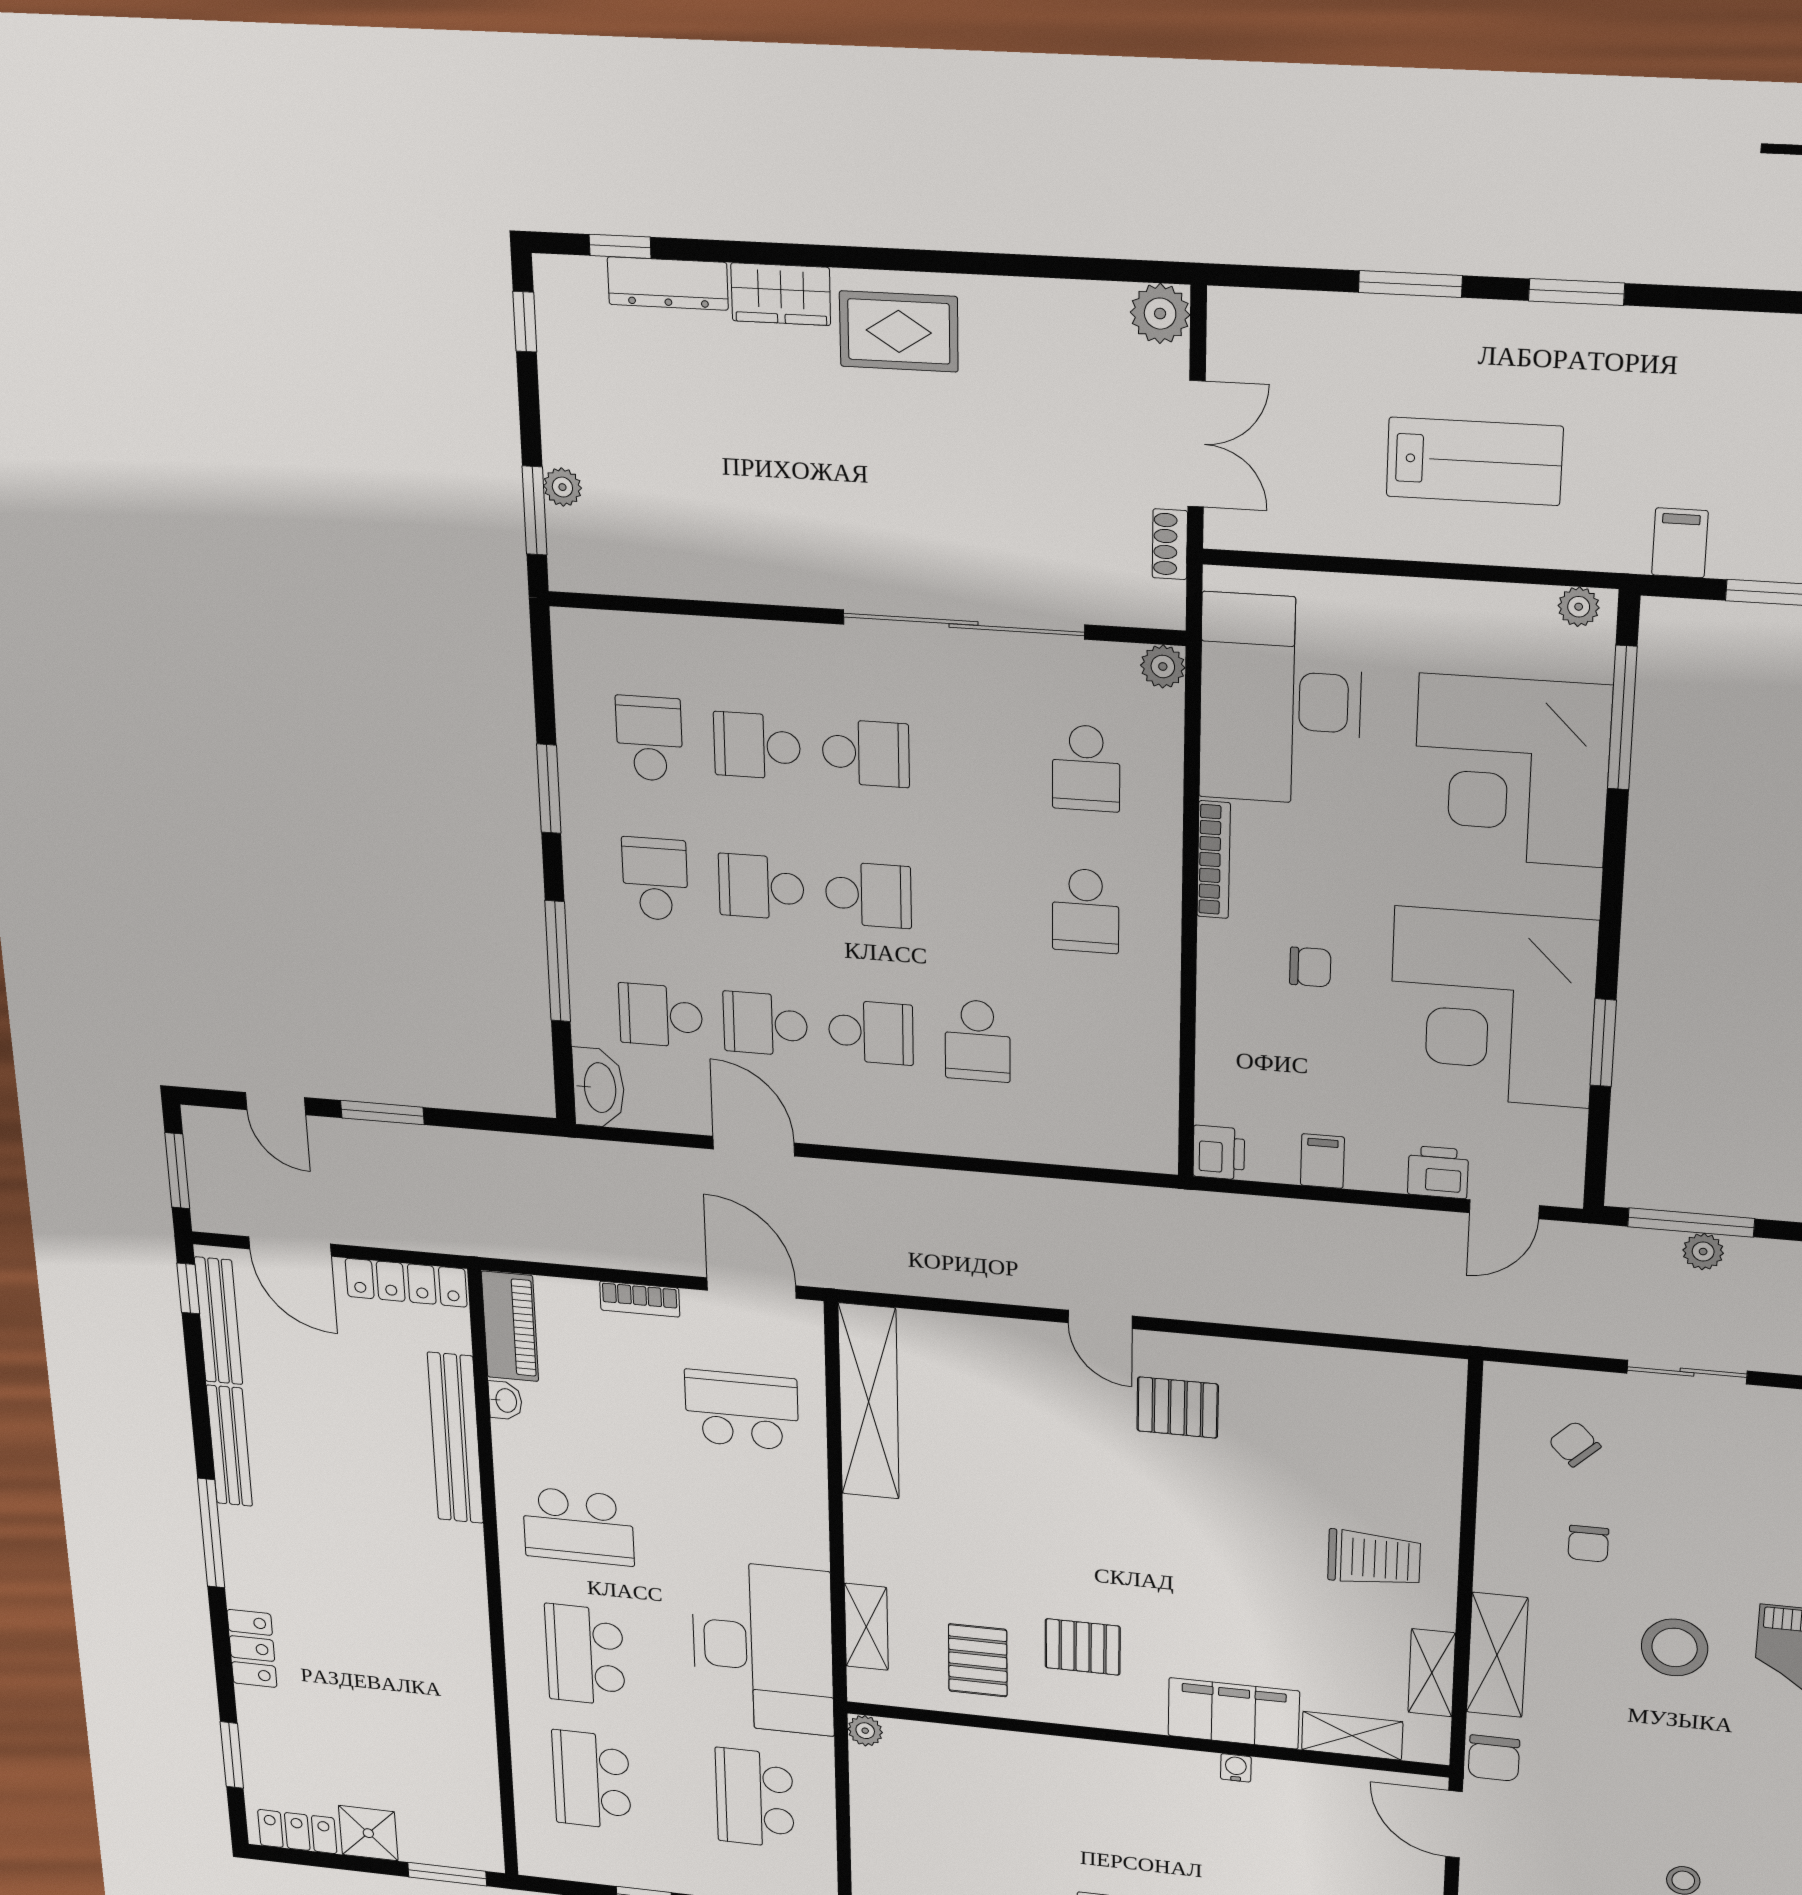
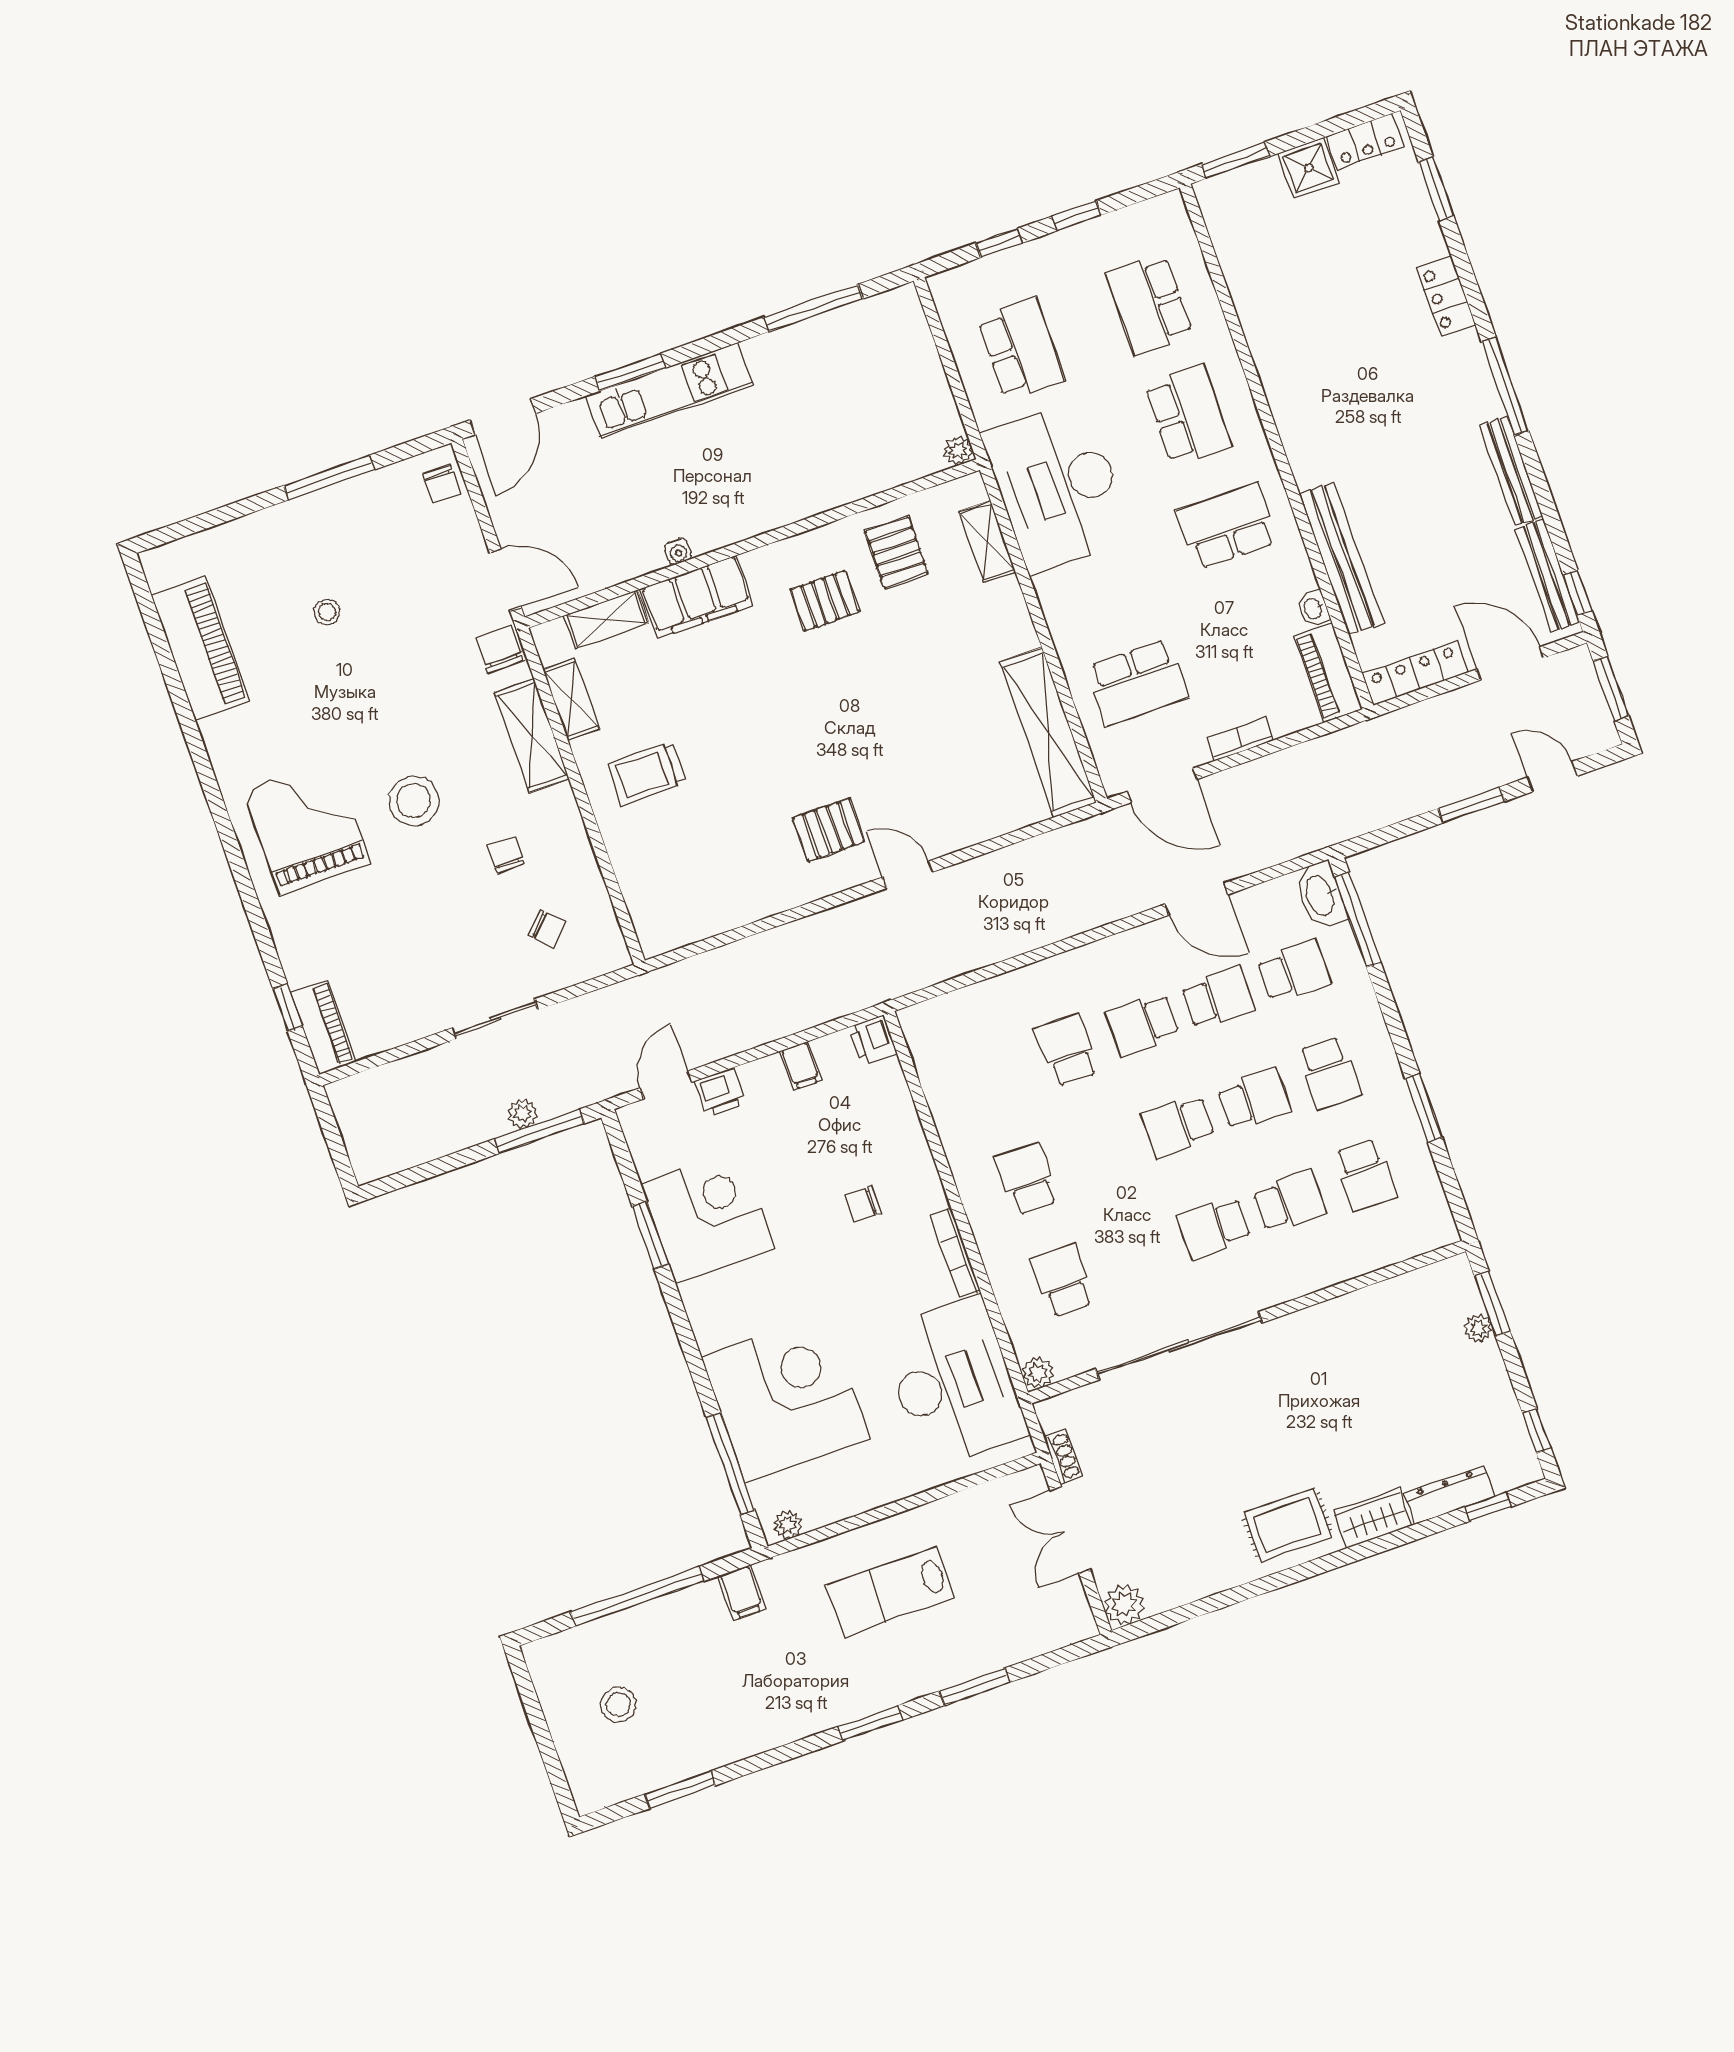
window: (558, 961) -> (1358, 919), moved
corner desk: (1492, 1008) -> (708, 1216), width x0.74, depth x0.74
school desk: (592, 1780) -> (1150, 304), turned 180

